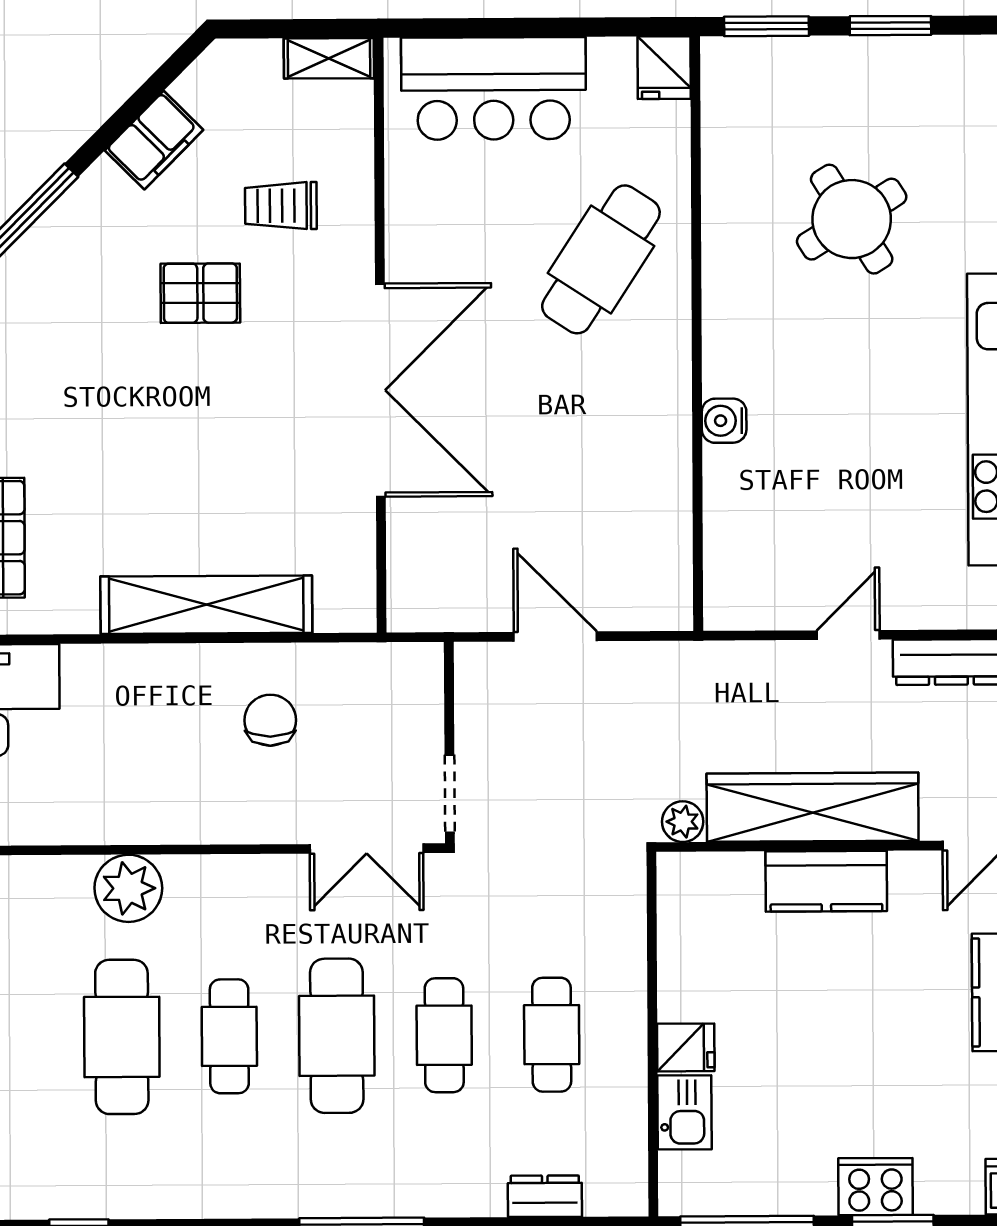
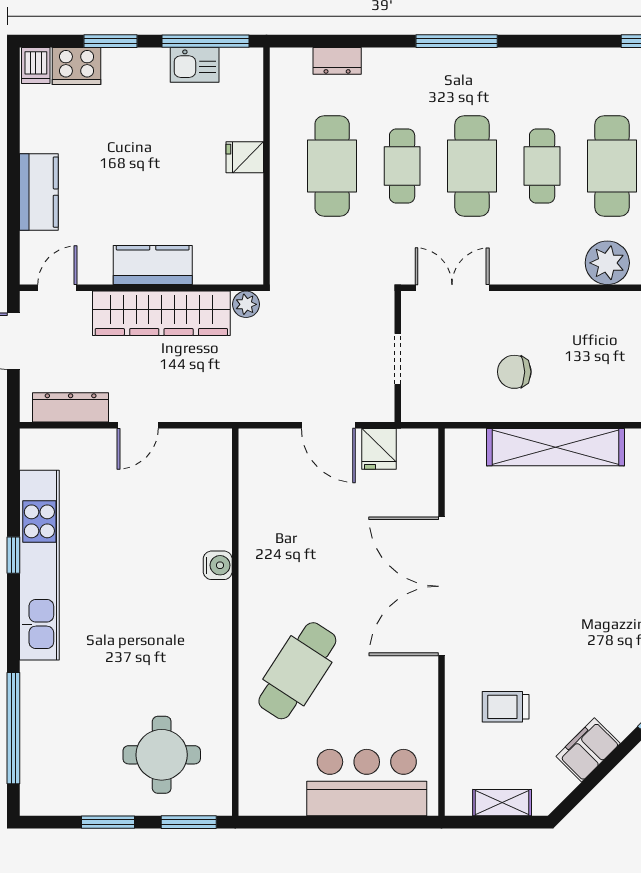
shelving: (329, 58) -> (502, 803), moved
fridge: (664, 68) -> (379, 449), moved, turned 180
trolley: (281, 206) -> (506, 707), turned 180
round table: (852, 219) -> (162, 755), moved, turned 32
pallet: (200, 293) -> (558, 650), removed
chair: (270, 720) -> (514, 372), turned 90
doorway: (450, 794) -> (398, 359), moved
cafe table: (552, 1035) -> (332, 166), width x1.37, depth x1.35
kitchen sink: (684, 1112) -> (195, 65), moved, turned -90
cooker: (875, 1187) -> (77, 66), moved

